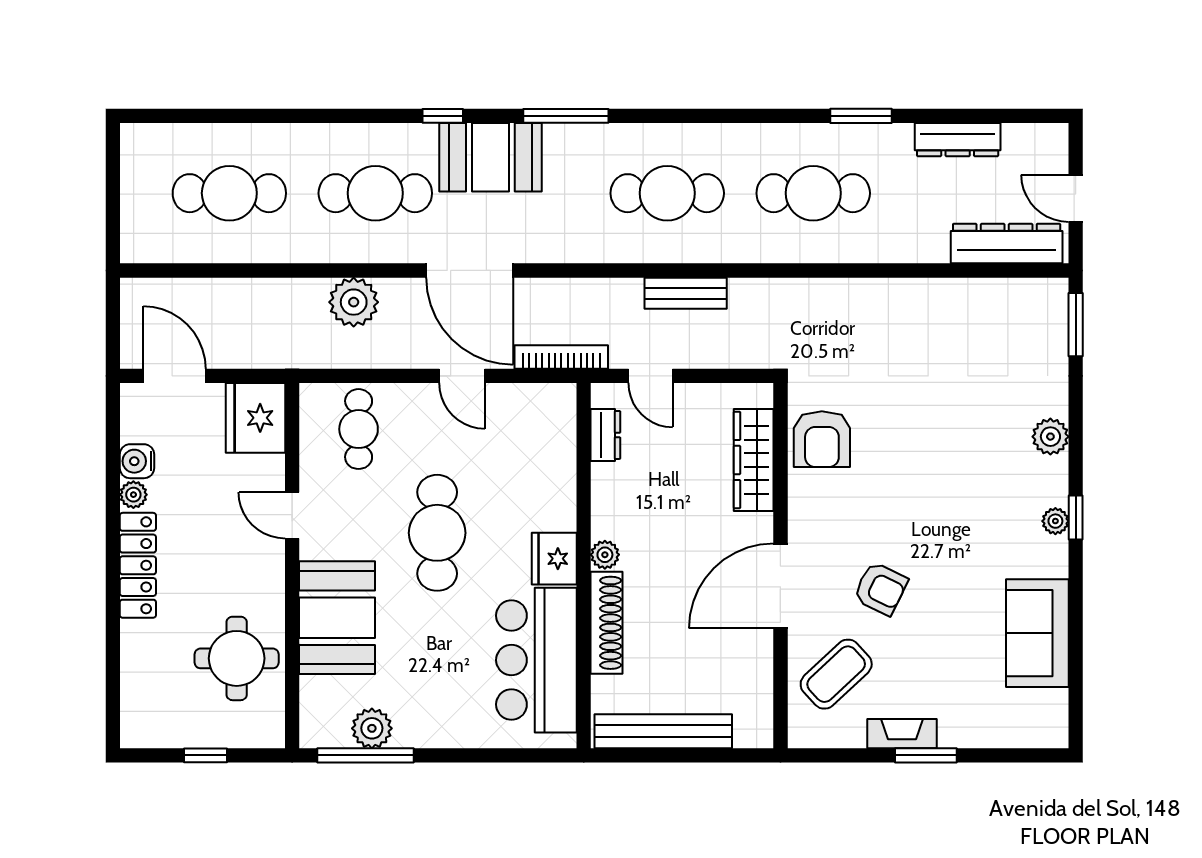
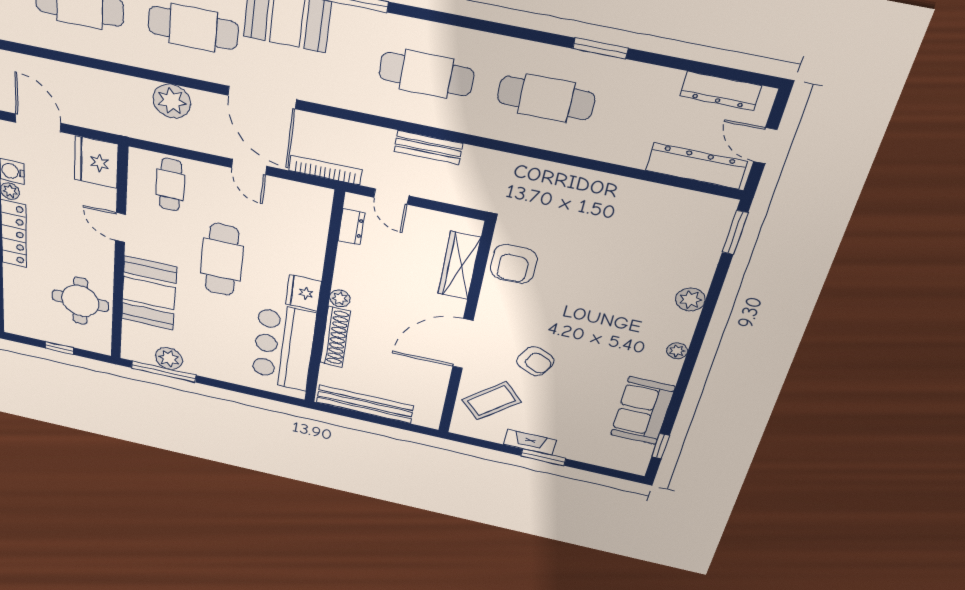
dresser: (958, 140) -> (721, 91), moved
window: (1076, 517) -> (661, 446), moved

